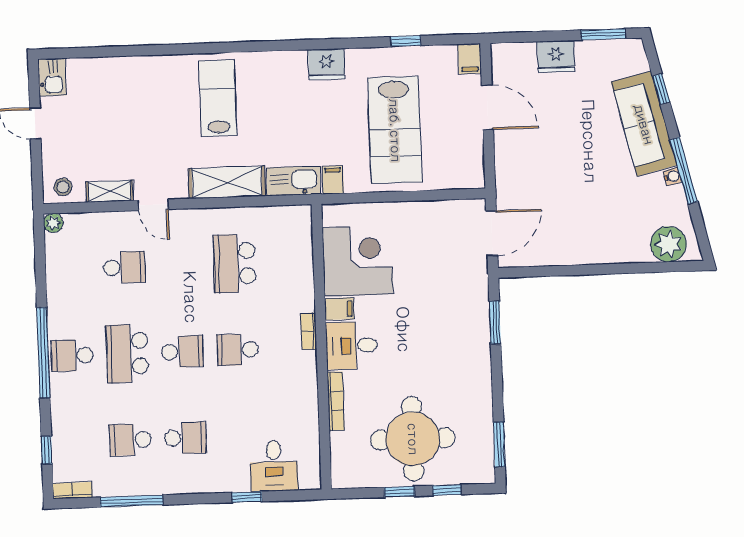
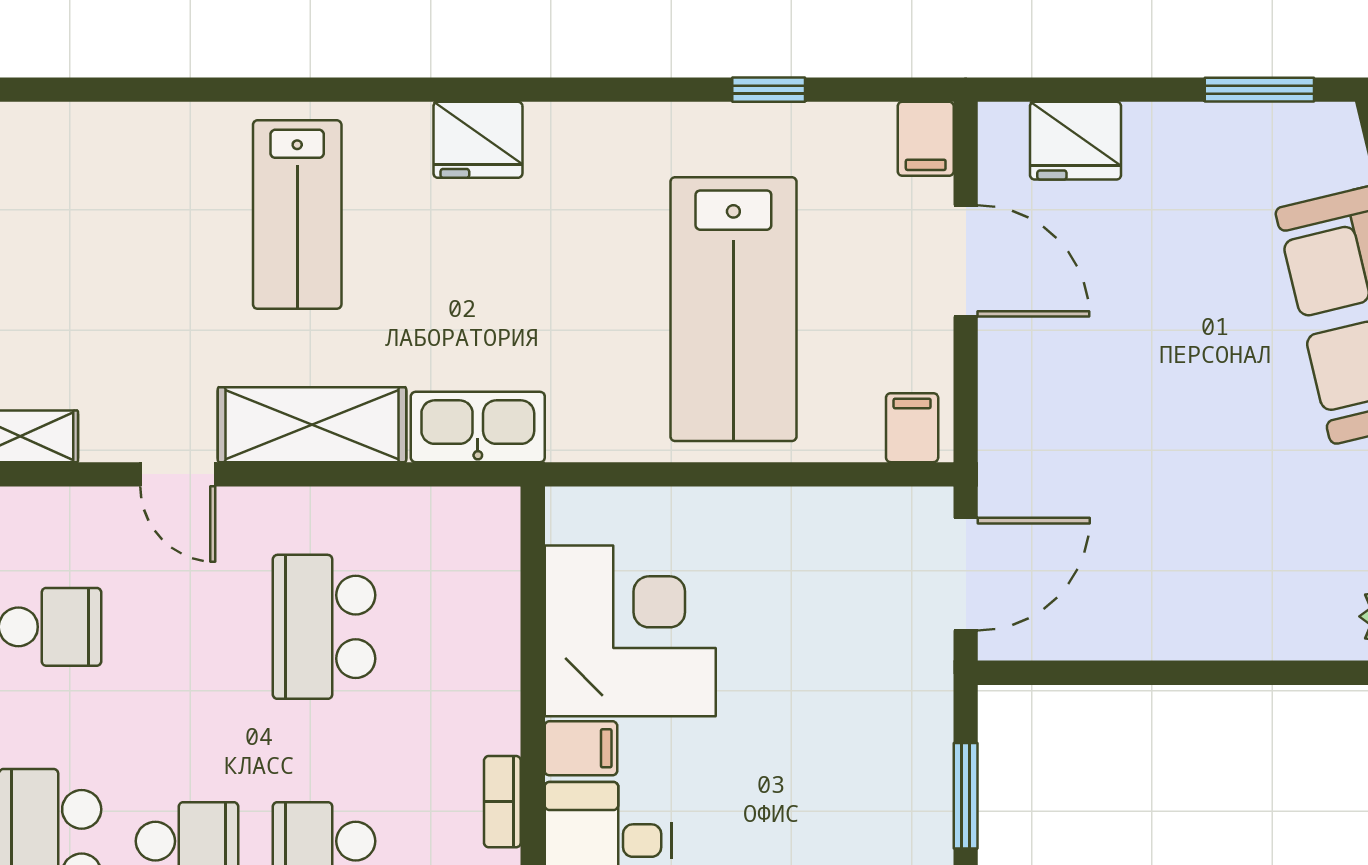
fridge: (556, 57) -> (1076, 141), moved
fridge: (326, 64) -> (478, 140), moved
lab bench: (218, 98) -> (297, 215), turned 180
filing cabinet: (333, 180) -> (912, 428), moved
door: (153, 205) -> (178, 474), moved

